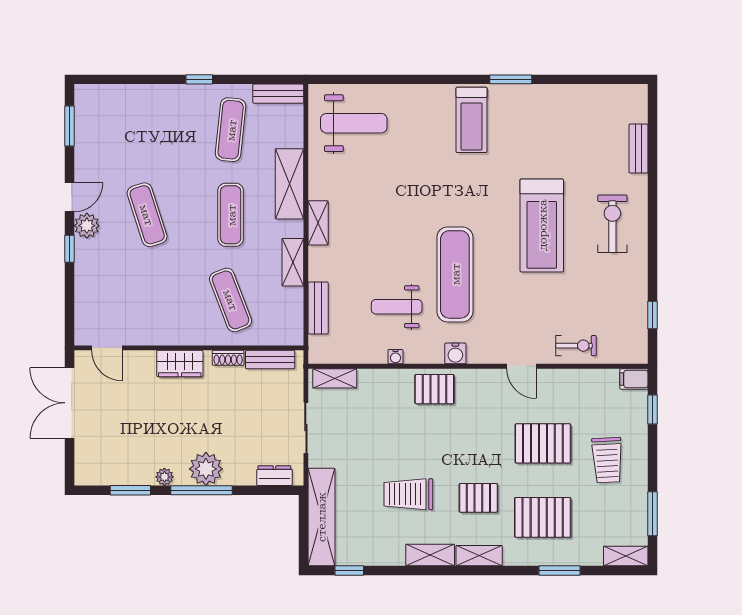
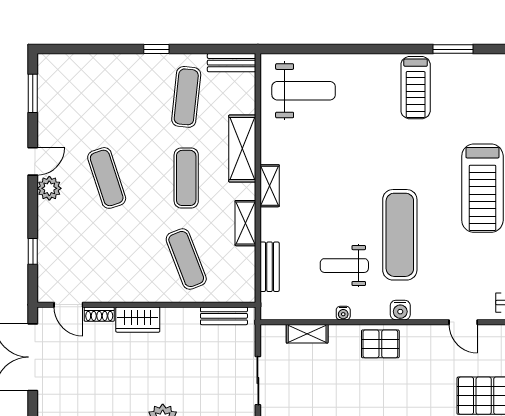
window: (69, 249) -> (33, 251), moved
shoe rack: (228, 358) -> (99, 314), moved
shelving: (335, 378) -> (307, 334), moved

